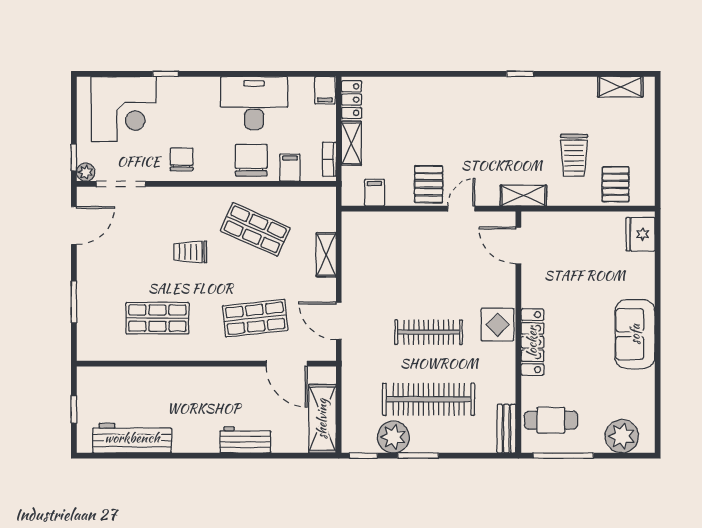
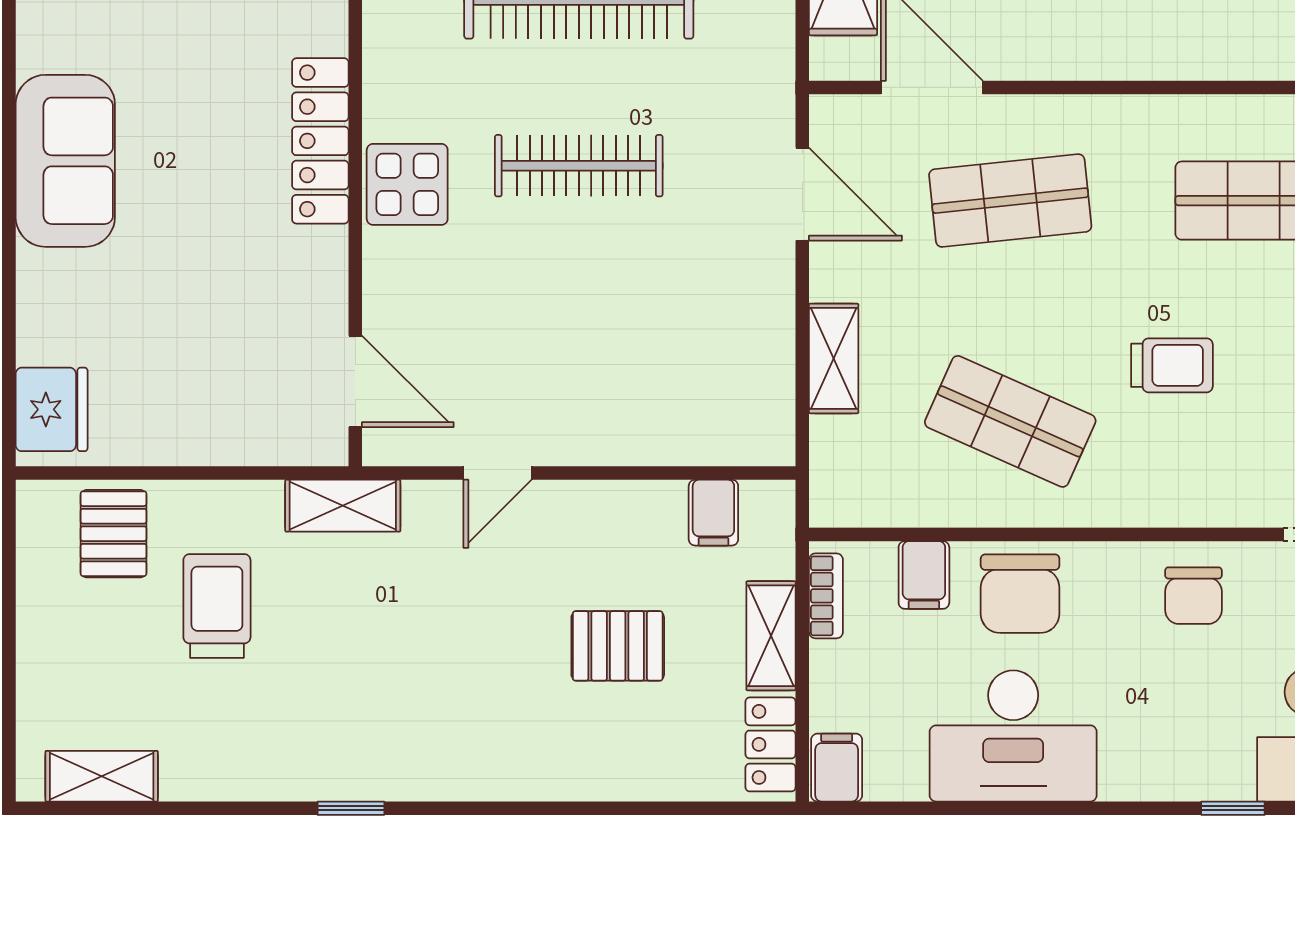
pallet: (429, 184) -> (618, 646), moved, turned 90

